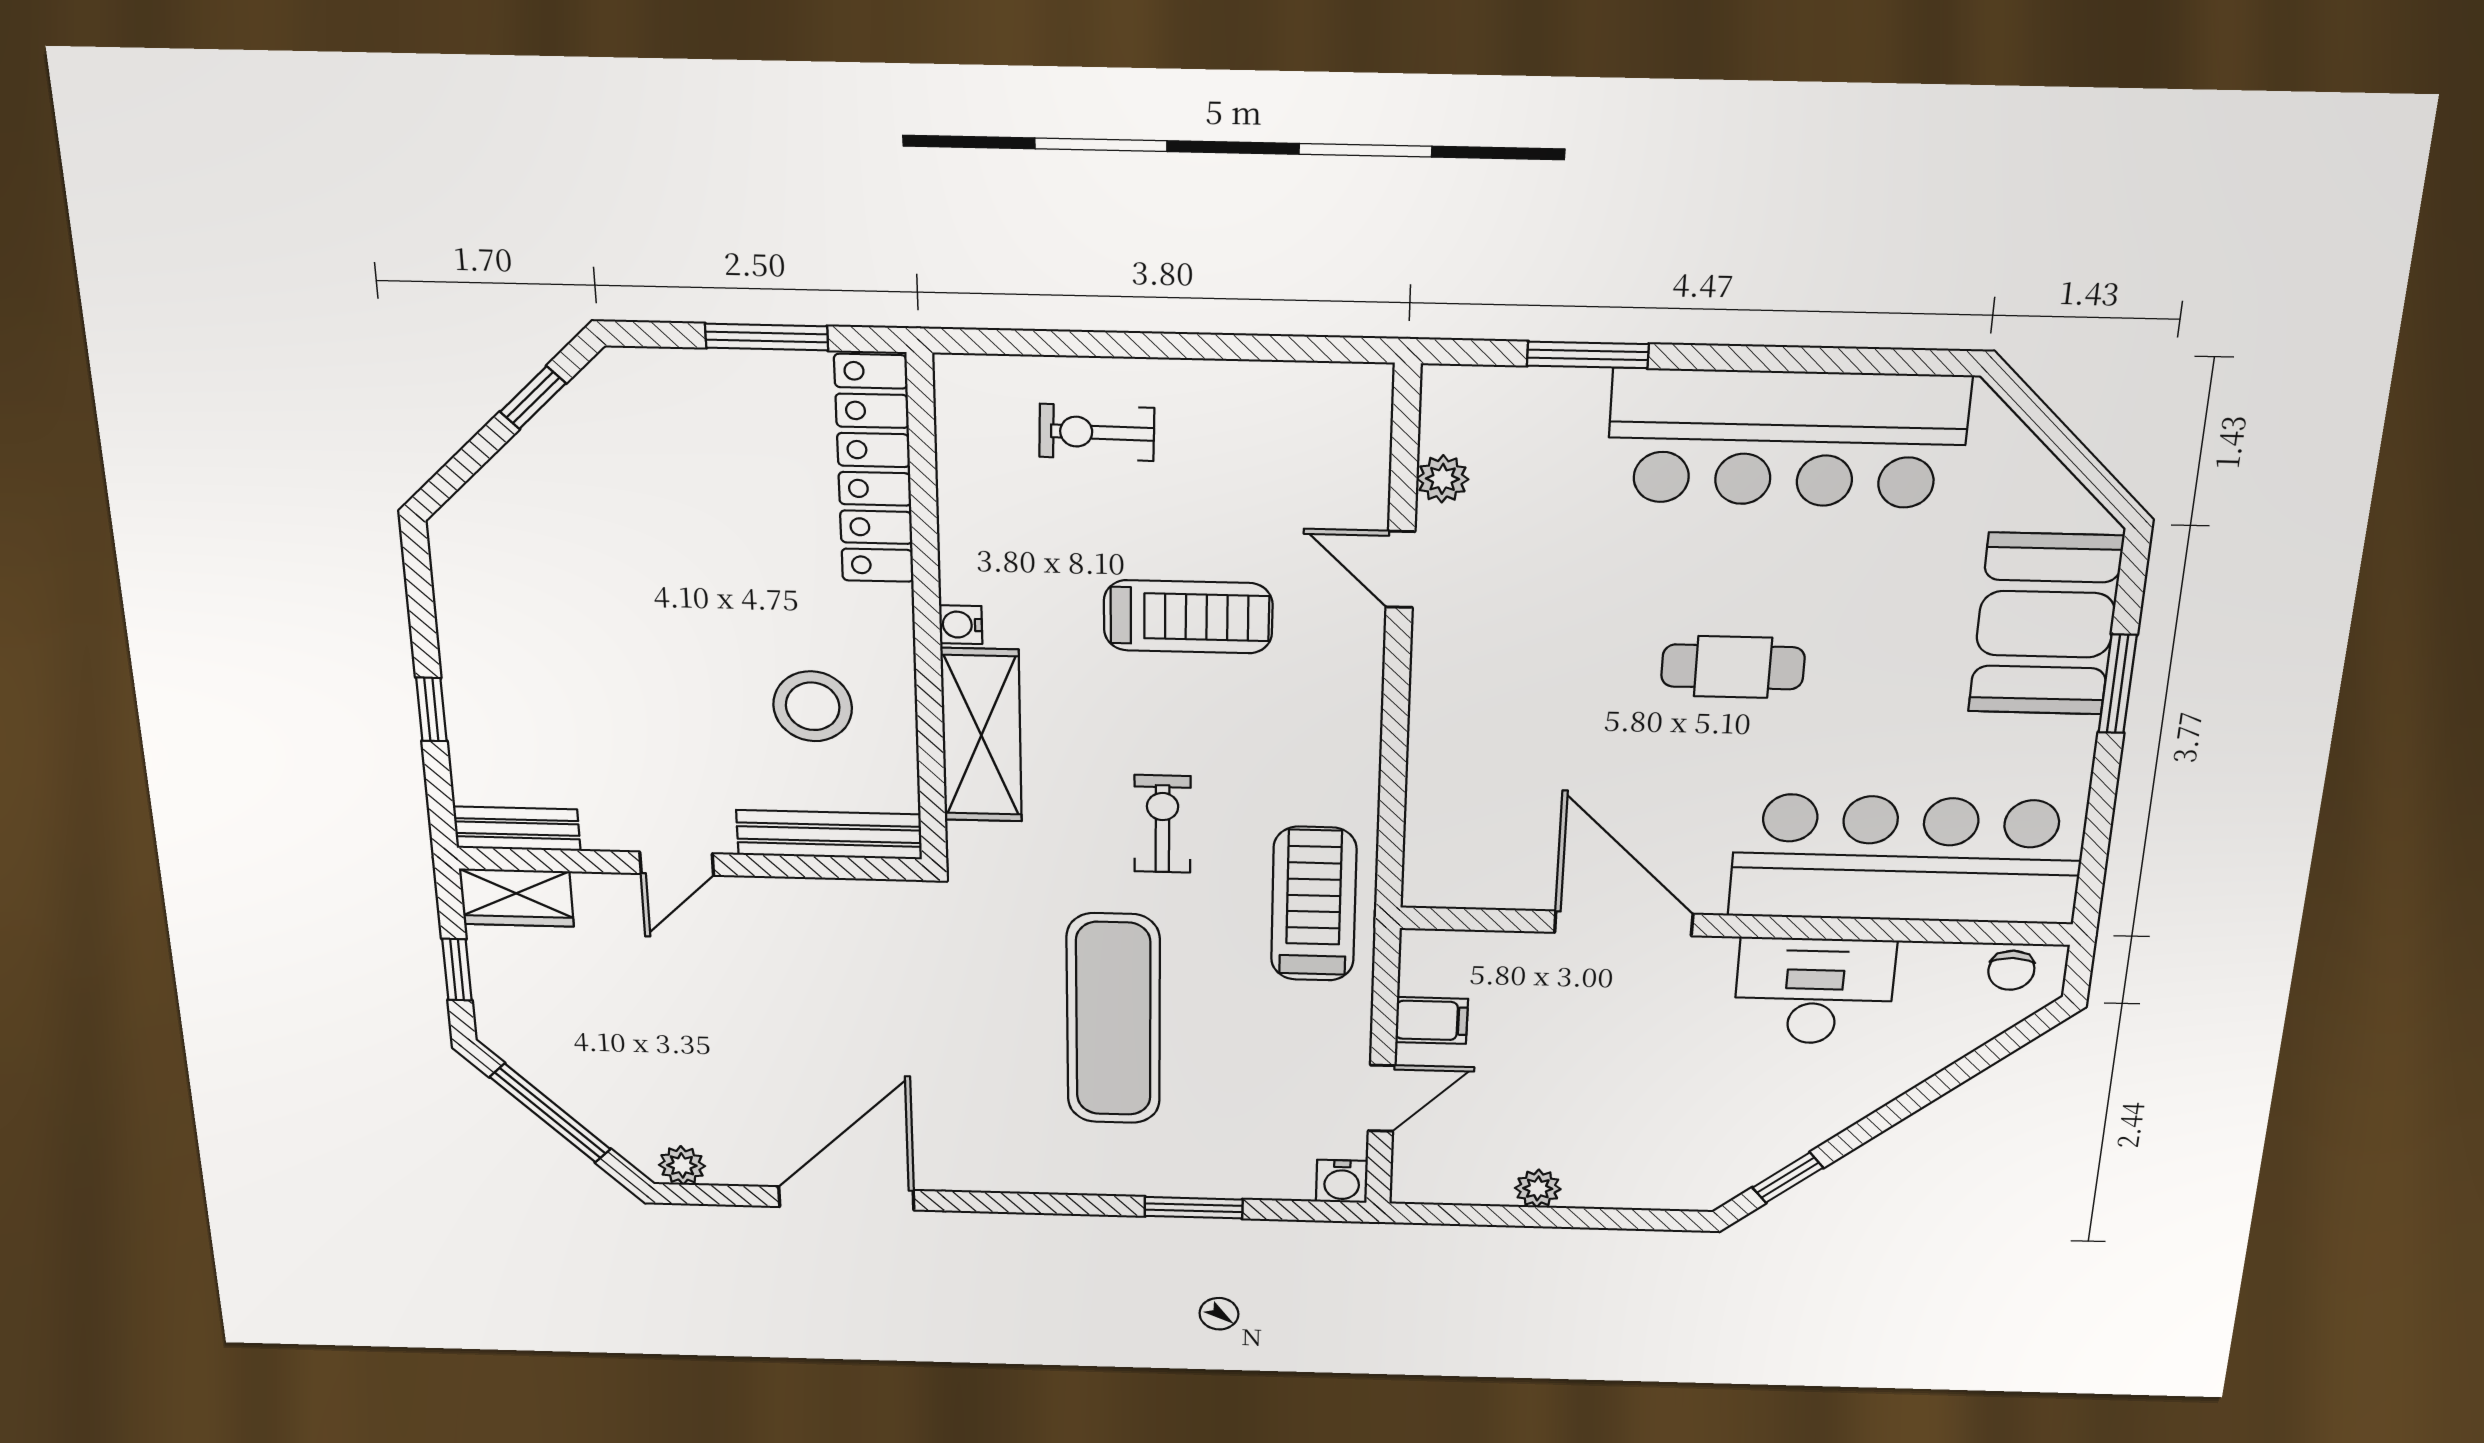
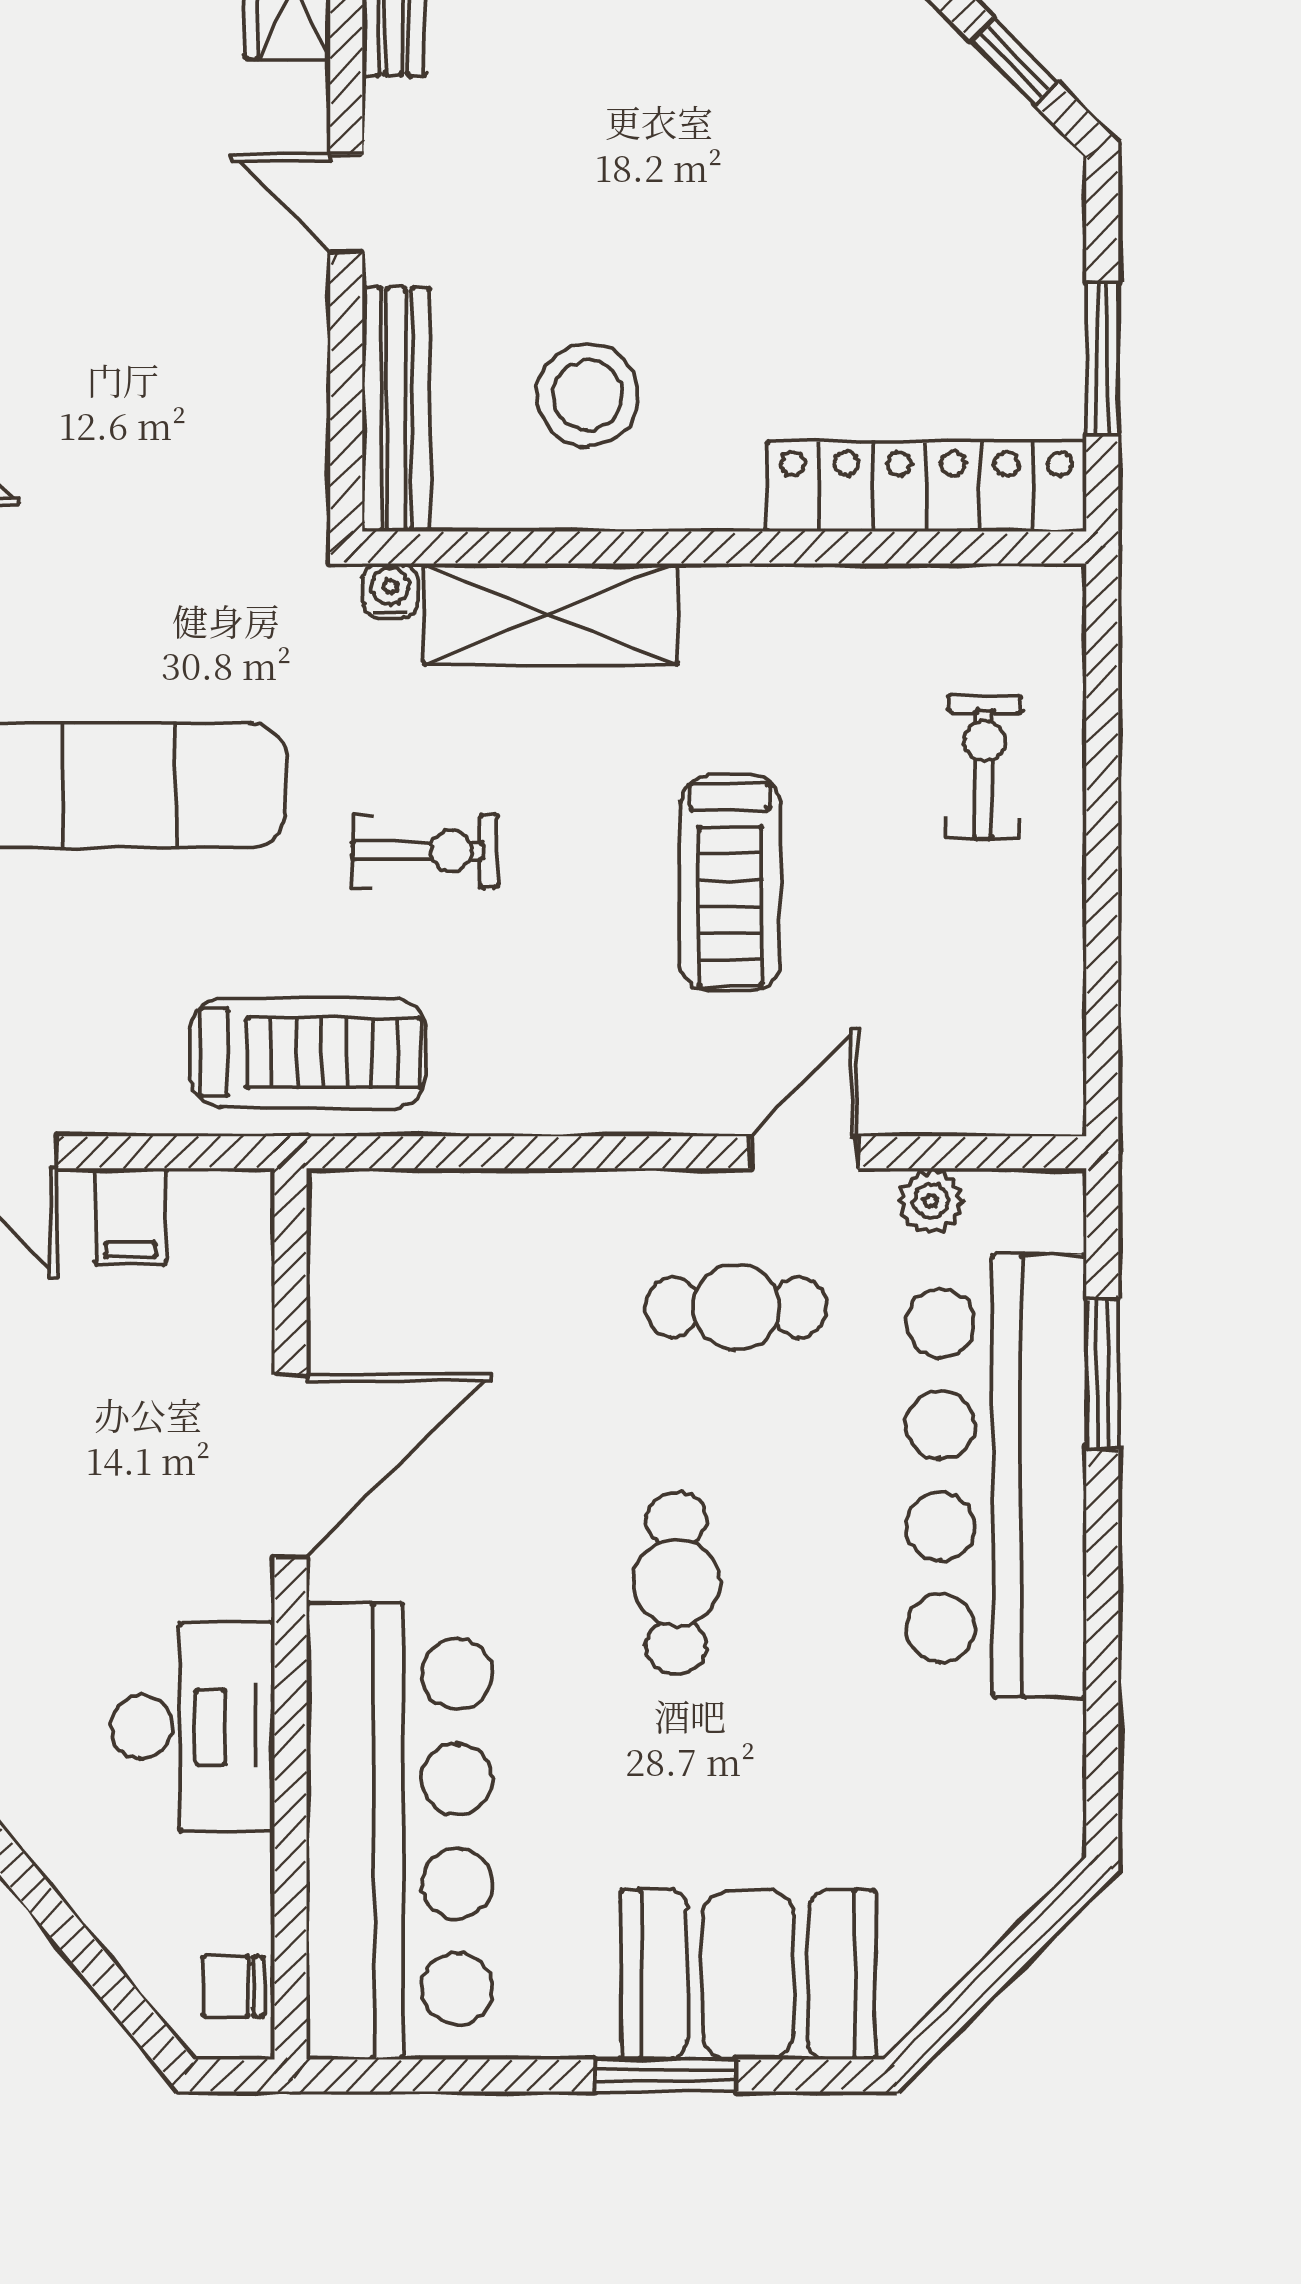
bar counter: (1787, 439) -> (996, 1476), moved
cafe table: (1520, 620) -> (736, 1307), added
water cooler: (961, 625) -> (390, 591), moved

